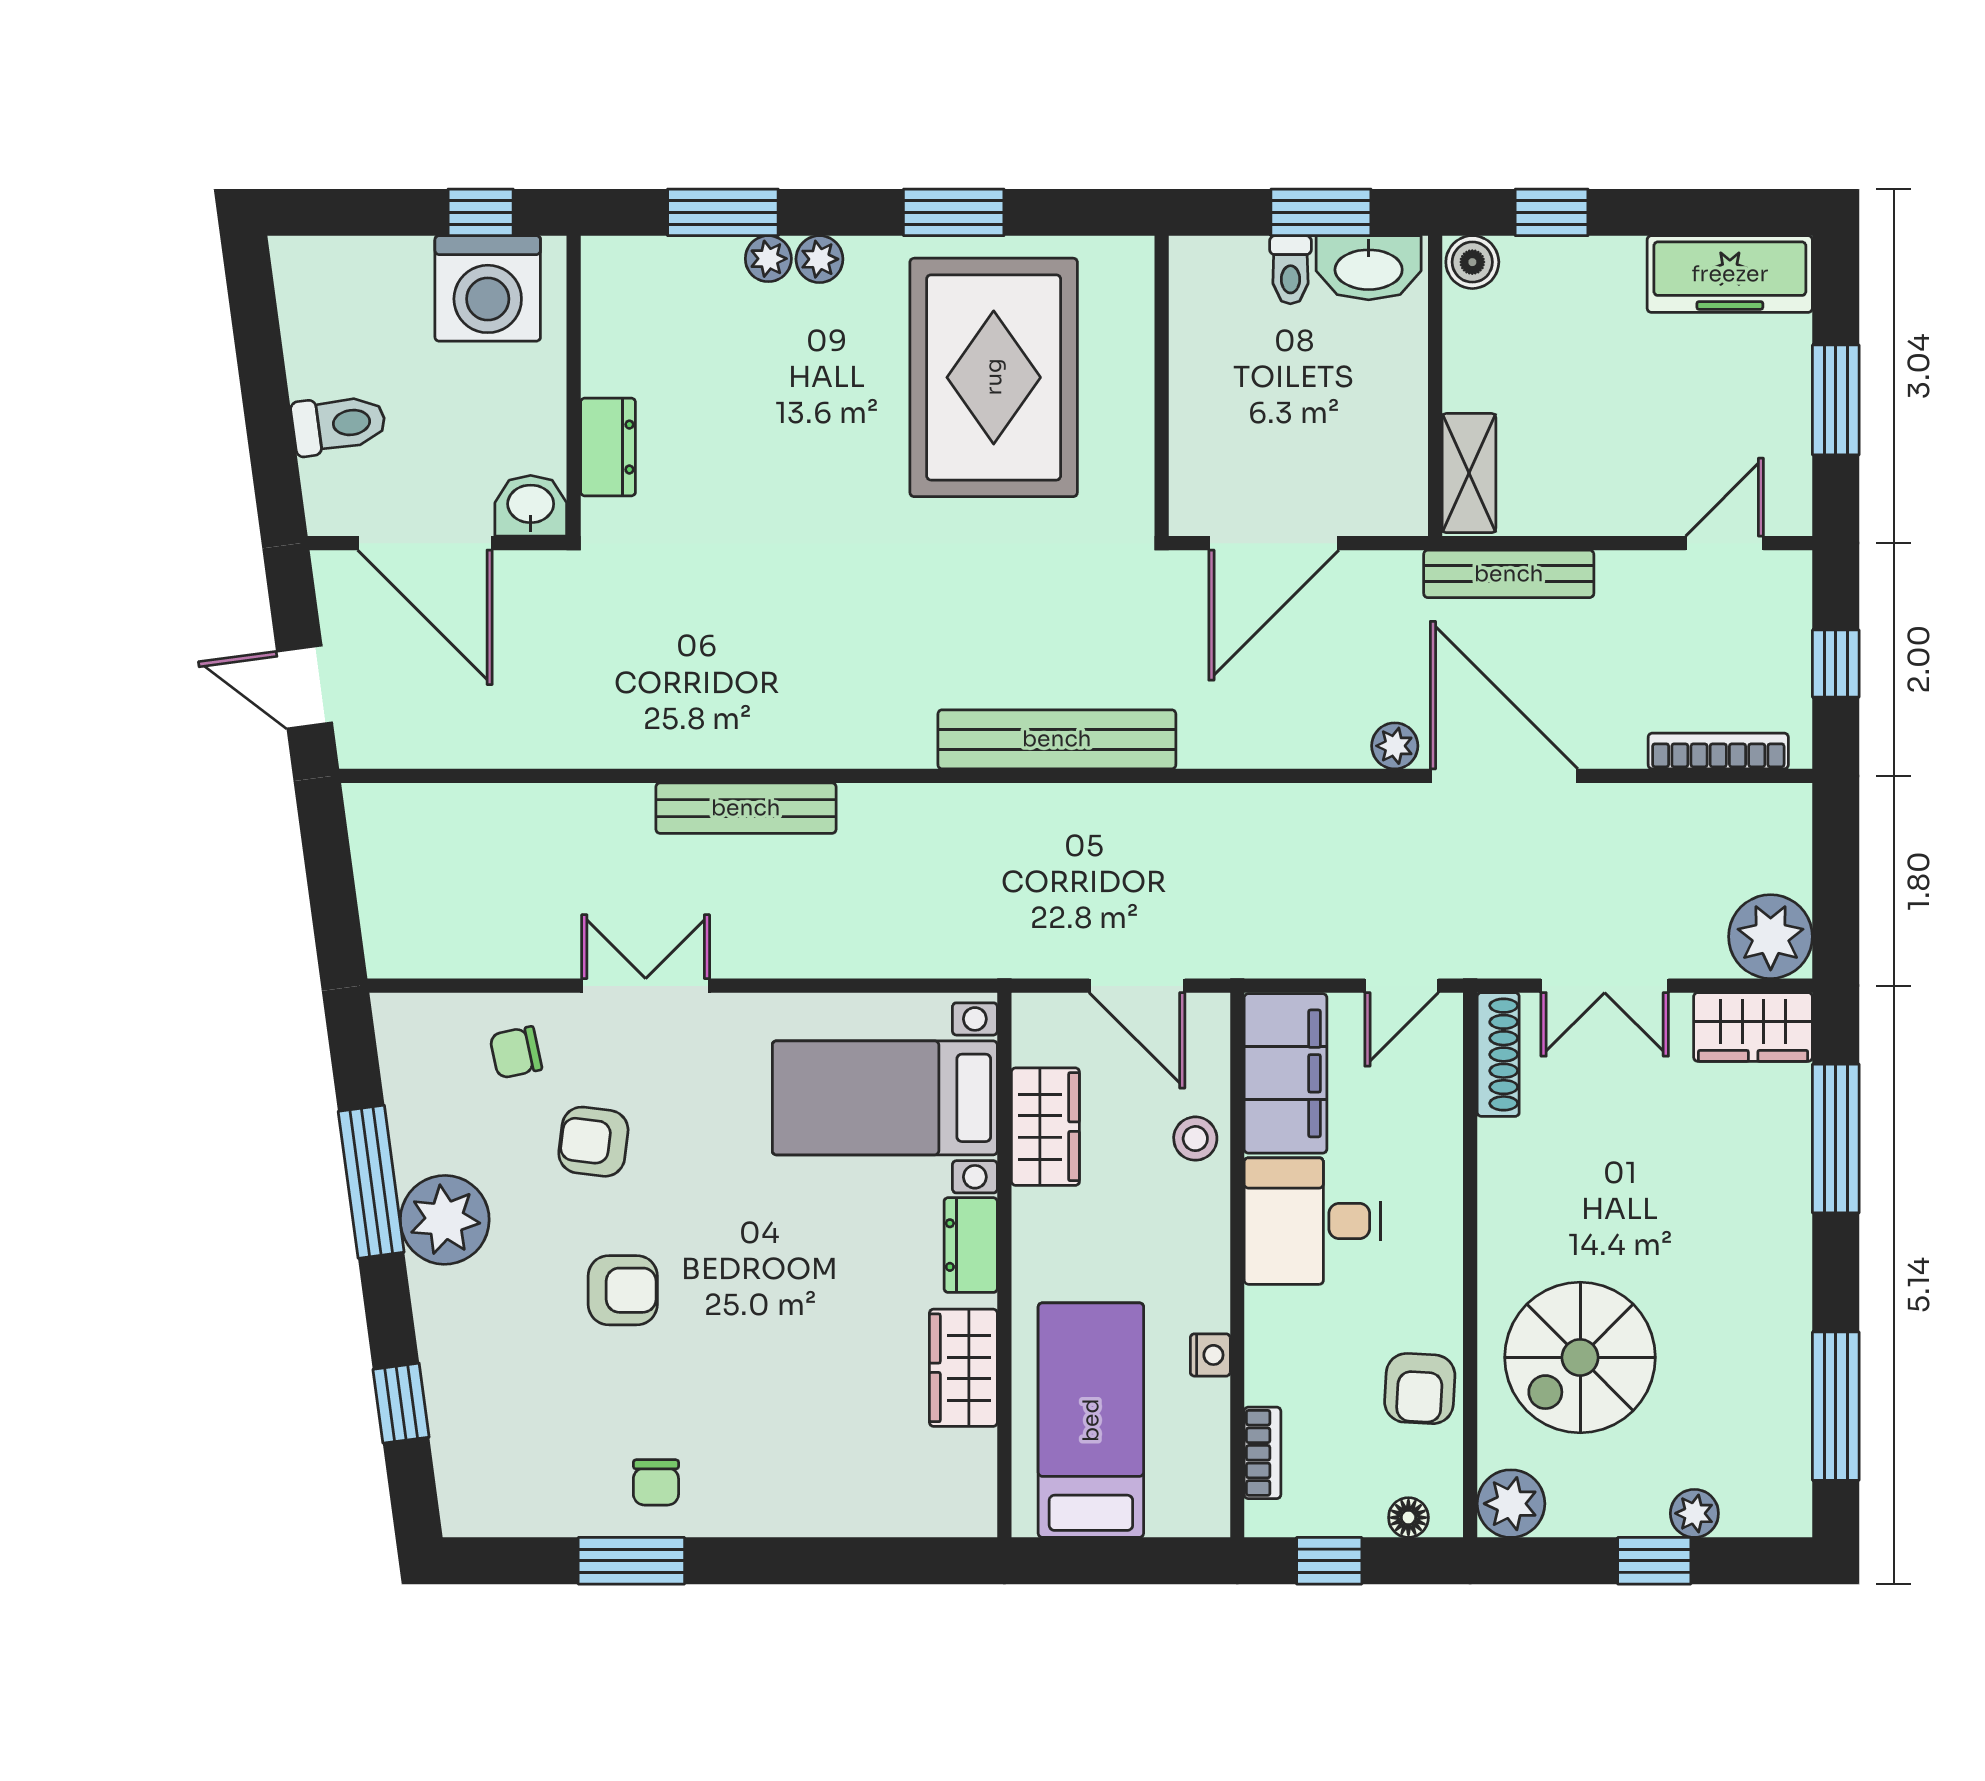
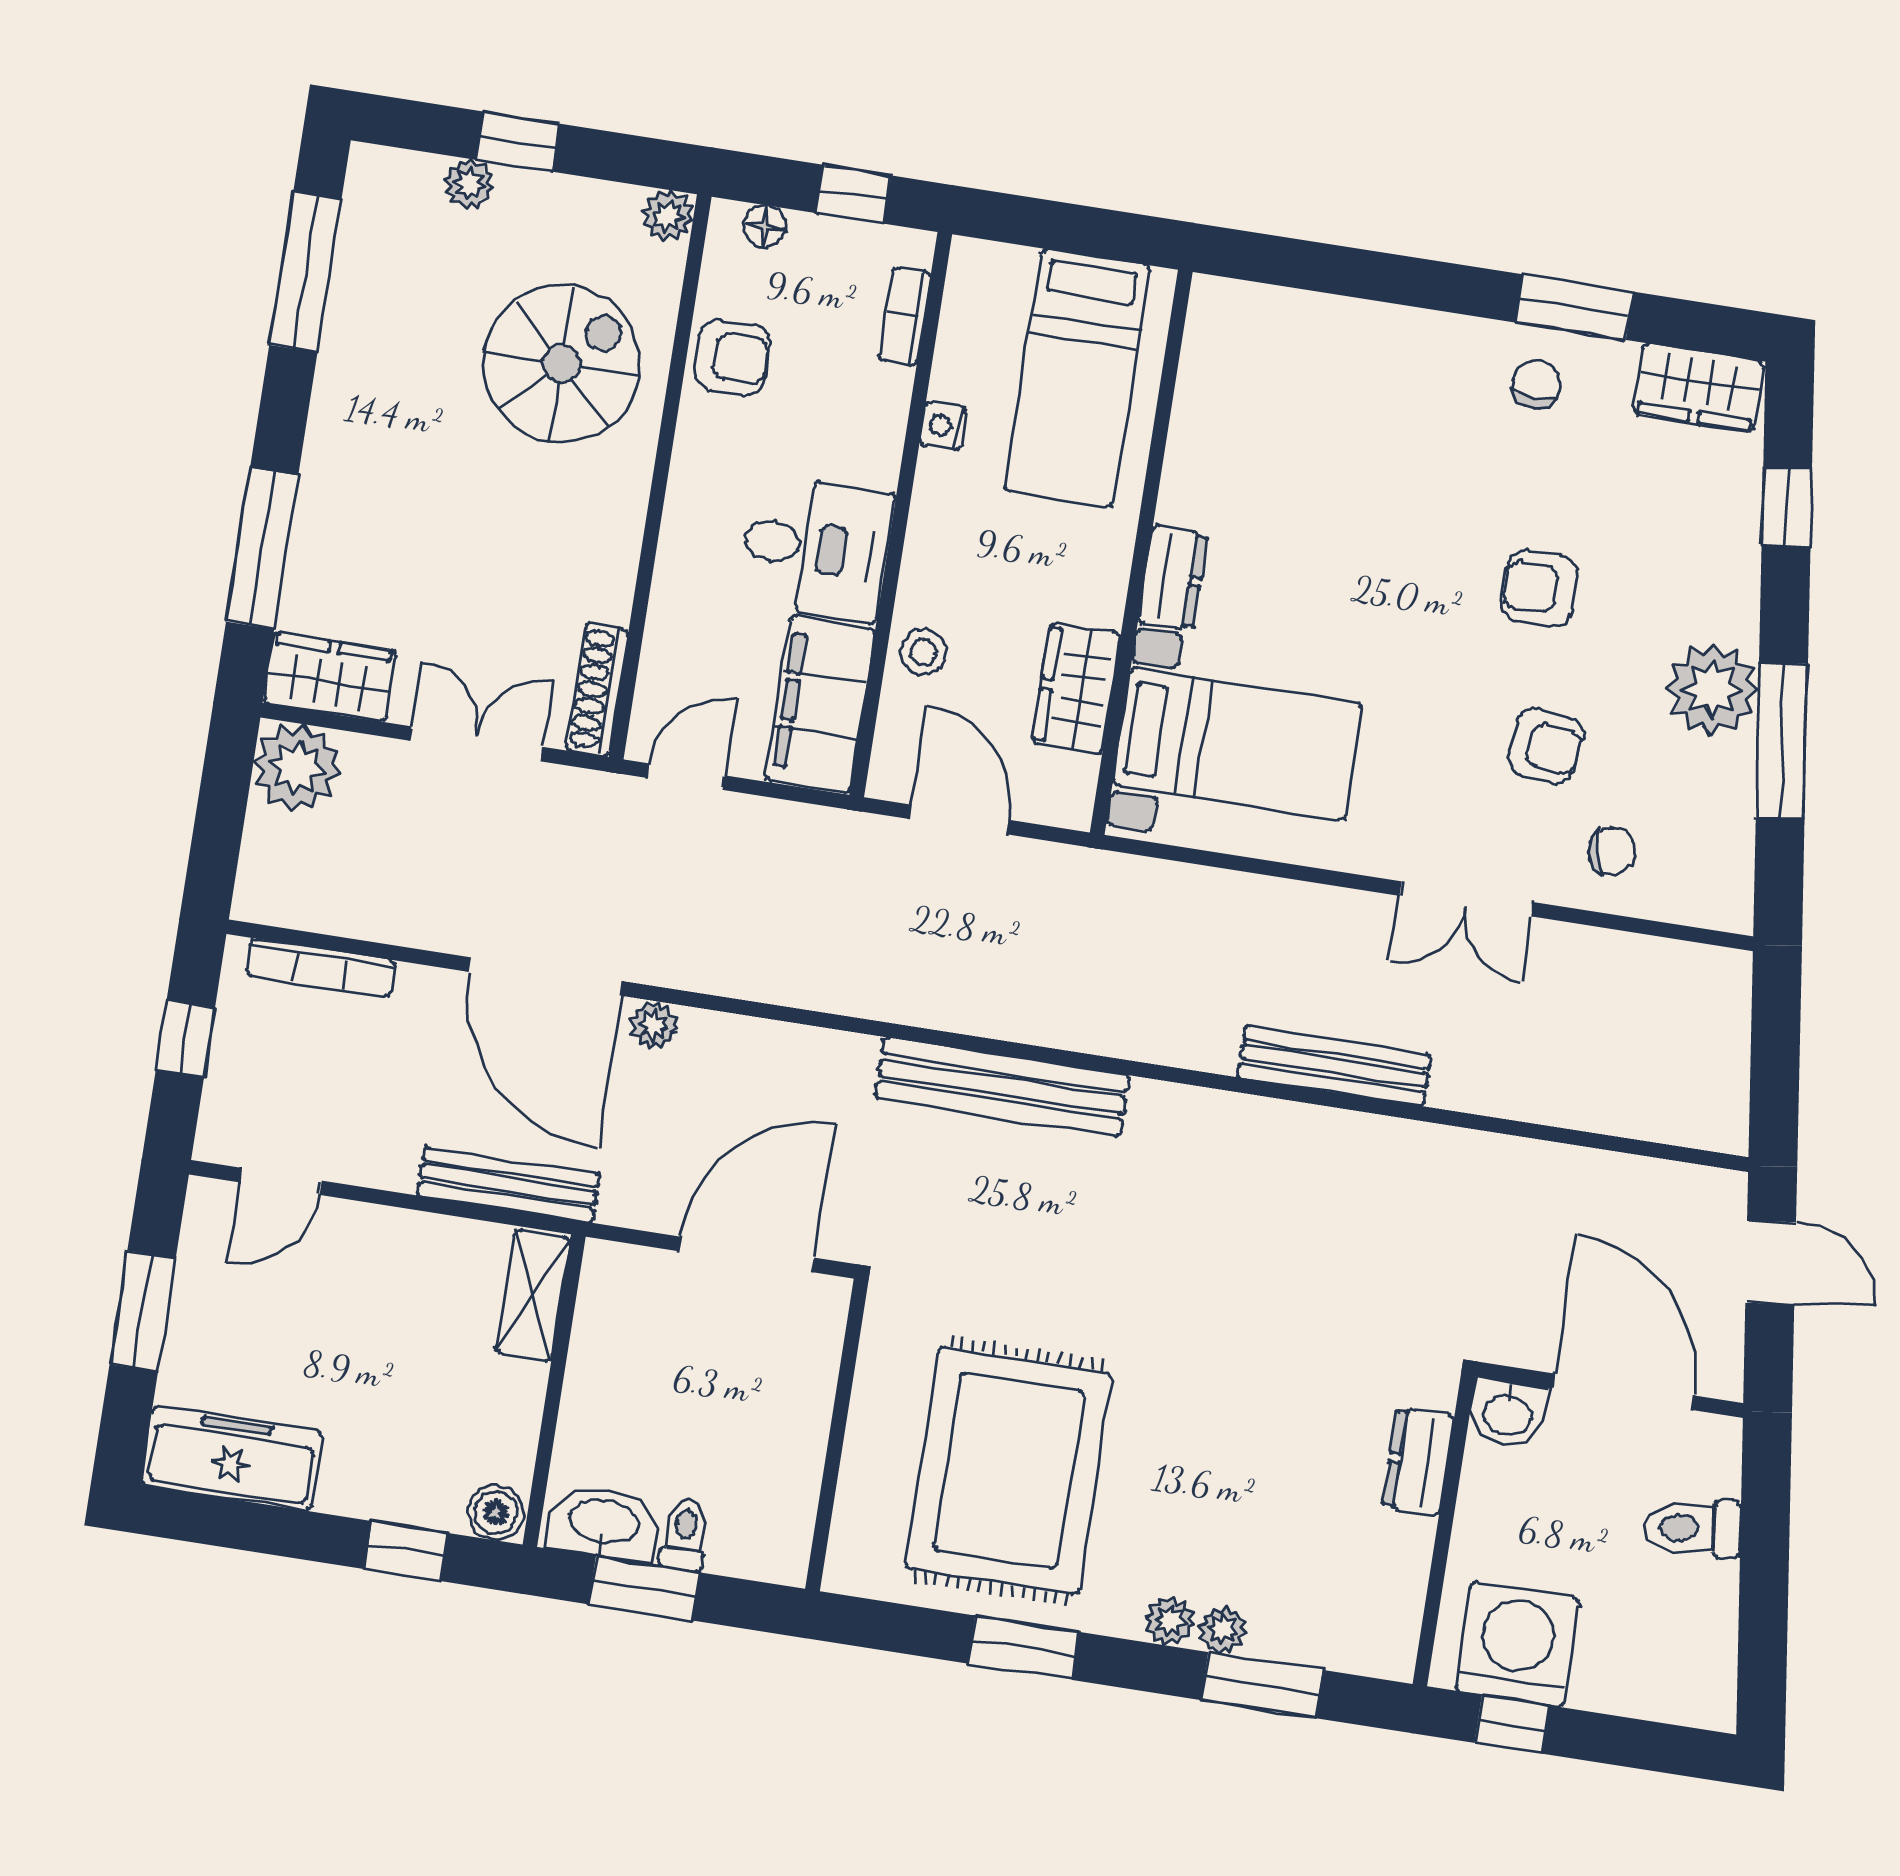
wardrobe: (963, 1368) -> (1699, 387), moved, turned 90
armchair: (1420, 1389) -> (732, 357), turned 87
plant: (1511, 1504) -> (668, 216), width x0.73, depth x0.73

